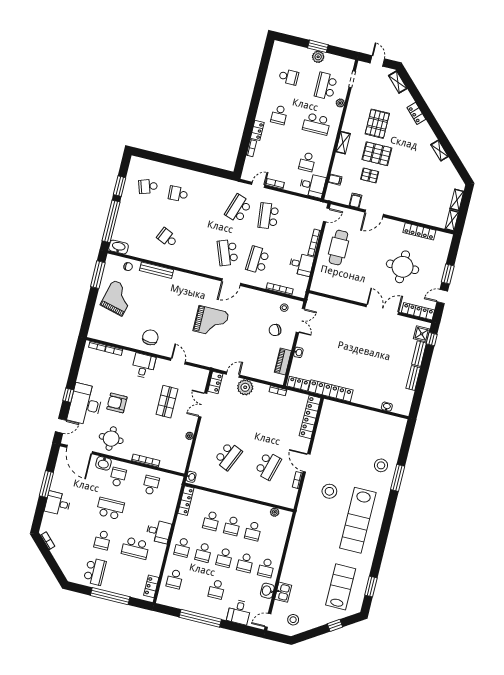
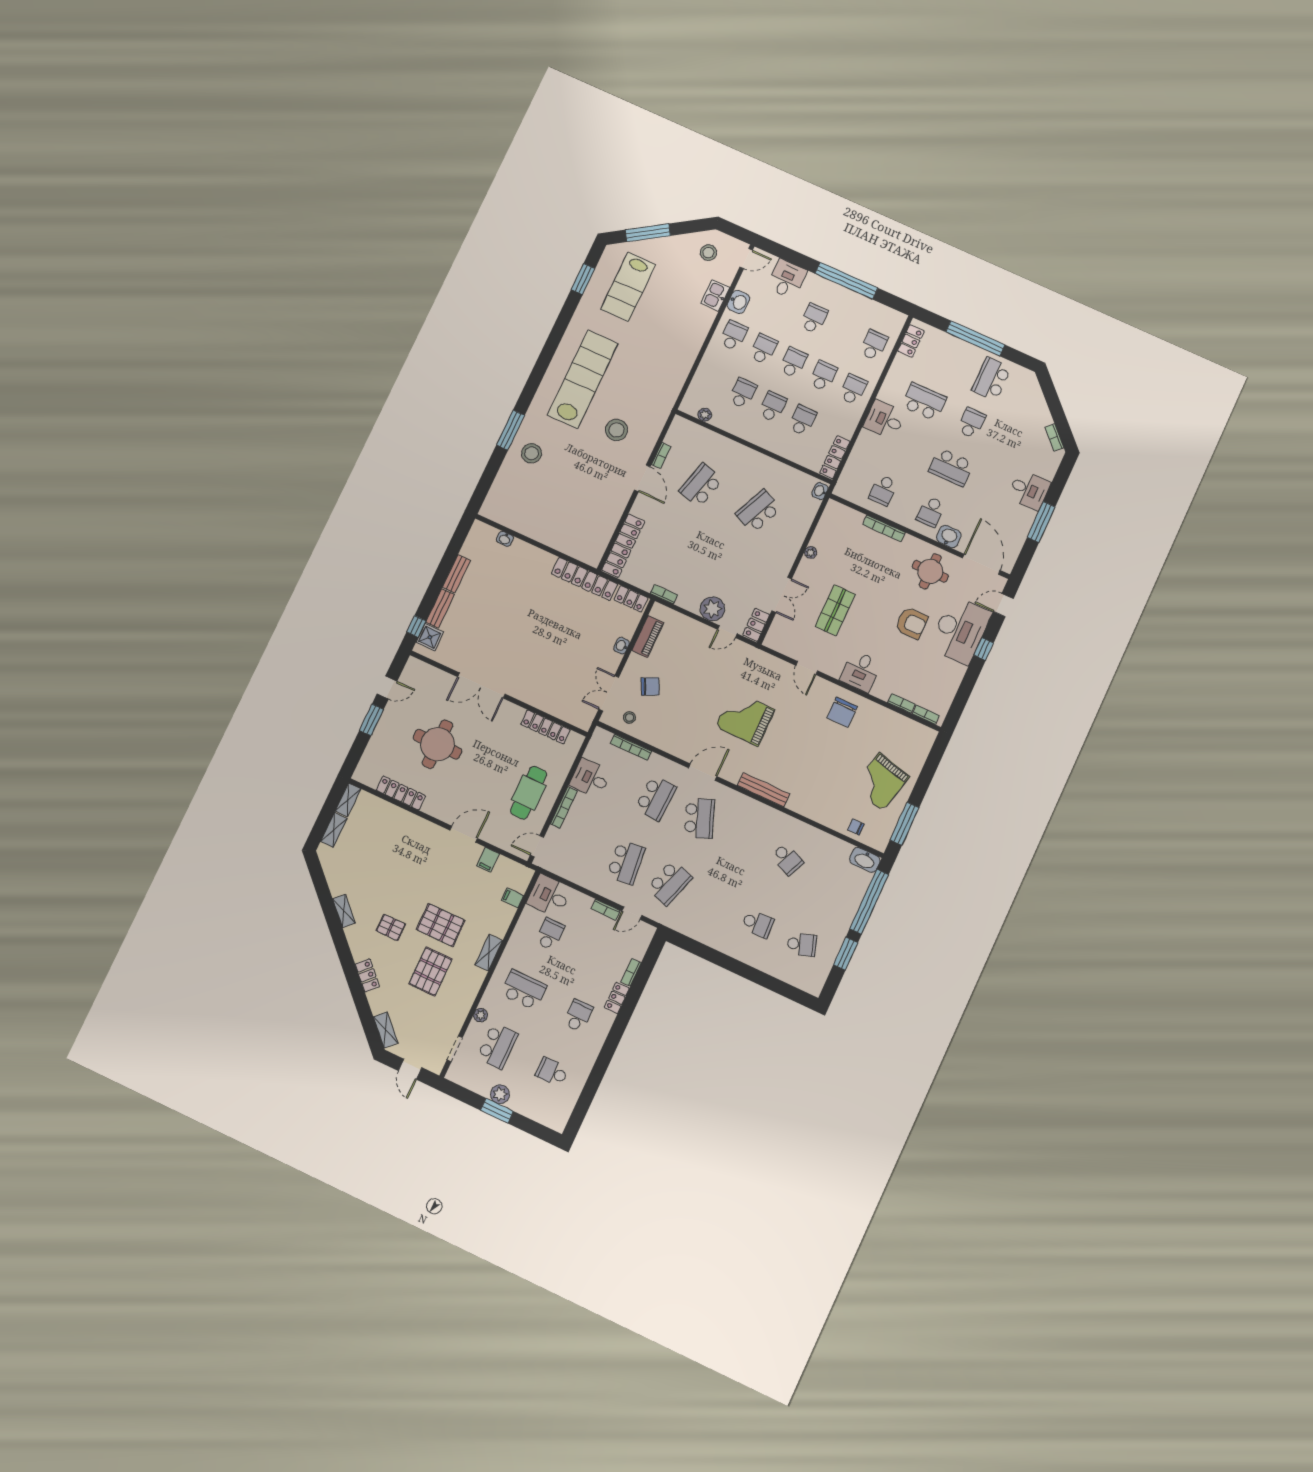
pallet: (370, 175) -> (391, 927), moved
bench: (157, 270) -> (764, 790), moved
locker: (418, 311) -> (545, 727), moved
window: (335, 625) -> (648, 233), width x2.17

